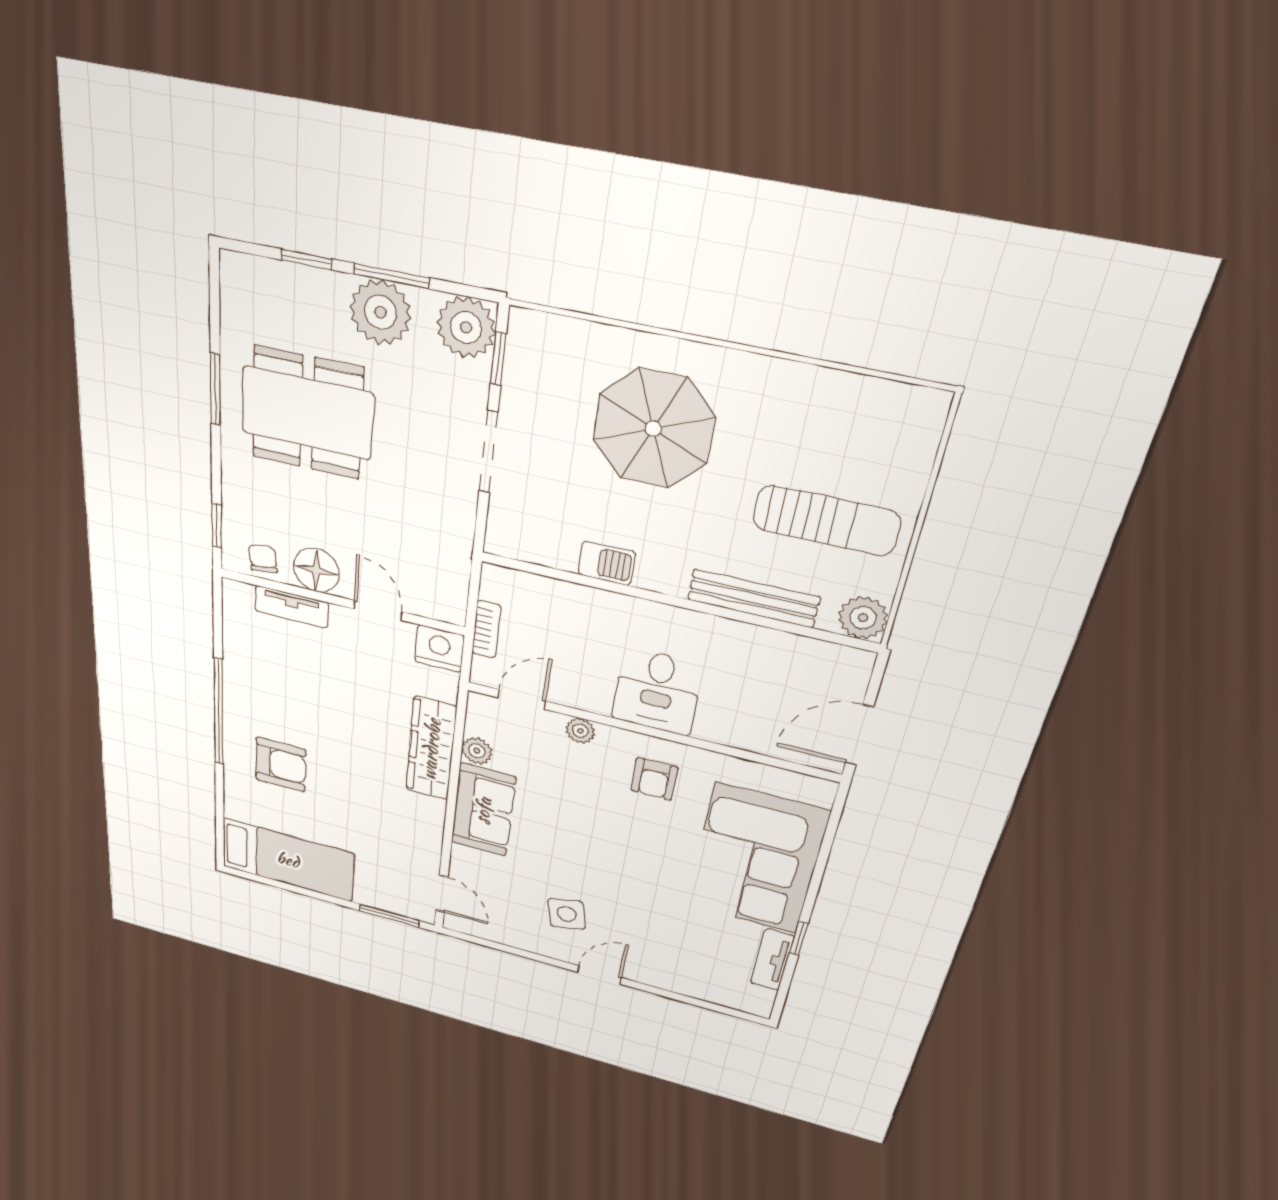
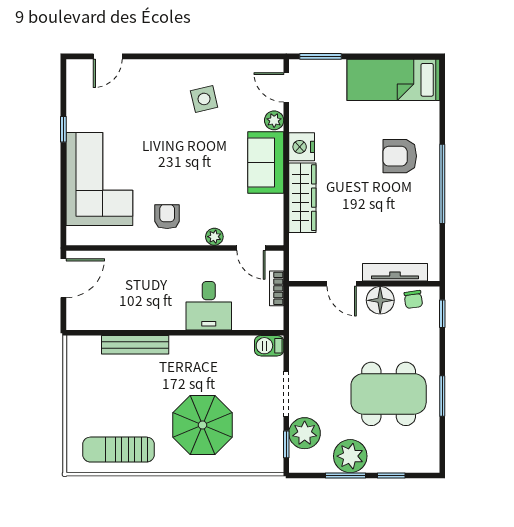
plant: (466, 327) -> (305, 433), moved
sun lounger: (826, 520) -> (119, 450), moved
barbecue: (607, 563) -> (269, 346), moved
tv unit: (292, 607) -> (395, 272), width x1.41
plant: (863, 618) -> (78, 348), removed
nightstand: (439, 649) -> (302, 147), moved, turned 90
desk: (657, 691) -> (209, 306), moved, turned 180
door: (522, 699) -> (251, 248), hinge flipped
plant: (477, 751) -> (274, 120), moved
tv unit: (772, 960) -> (75, 107), removed
door: (599, 975) -> (108, 56), moved

